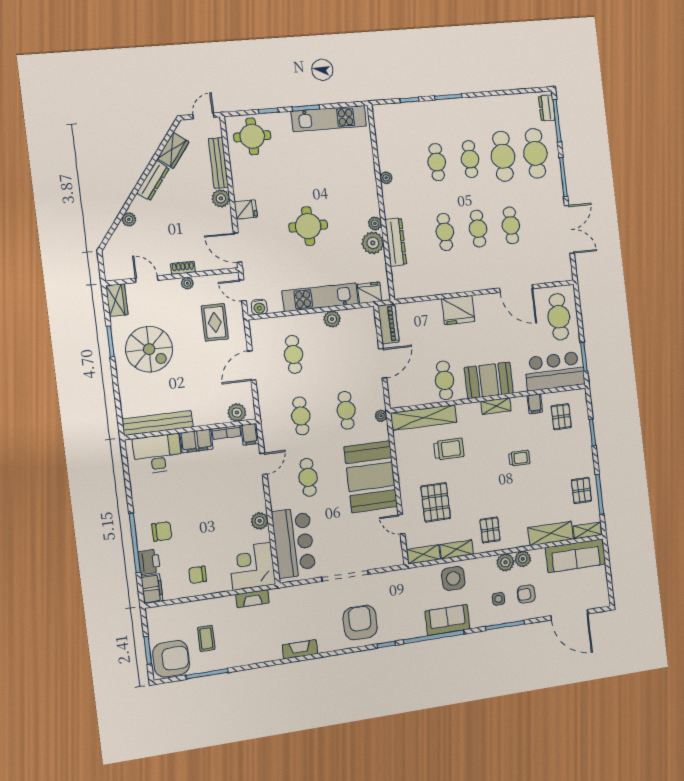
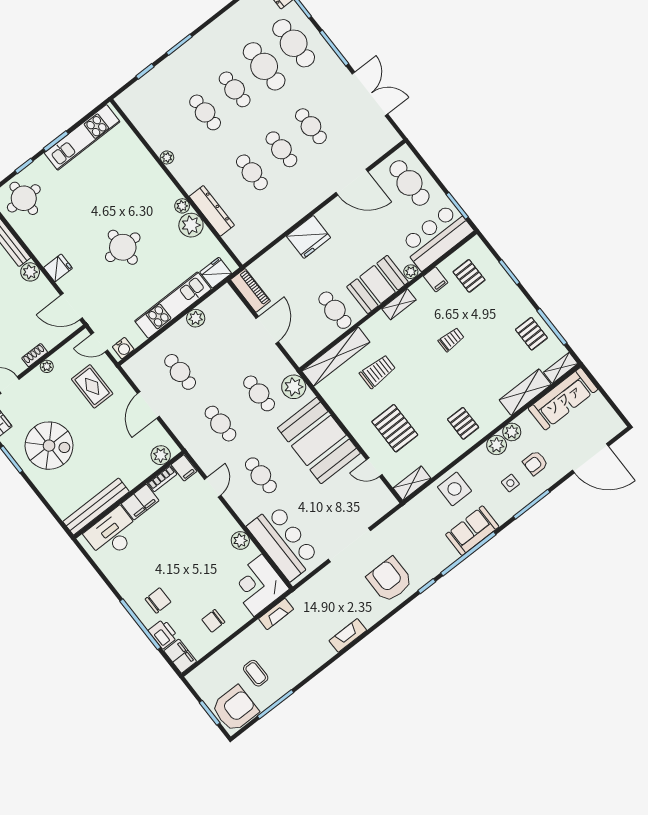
plant: (520, 386) -> (411, 272), added
plant: (381, 416) -> (294, 387), width x1.88, depth x1.88
shelving: (457, 549) -> (441, 460), removed

